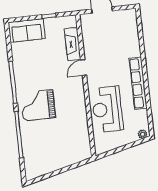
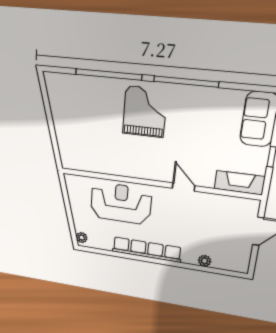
plant: (135, 40) -> (205, 261), added
fireplace: (73, 44) -> (239, 183), moved

